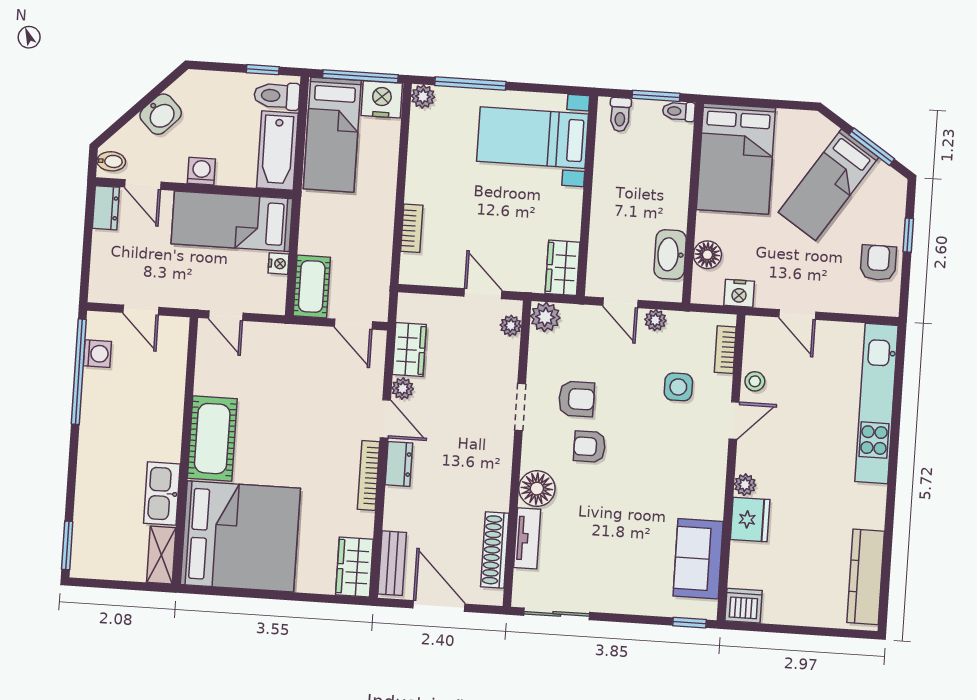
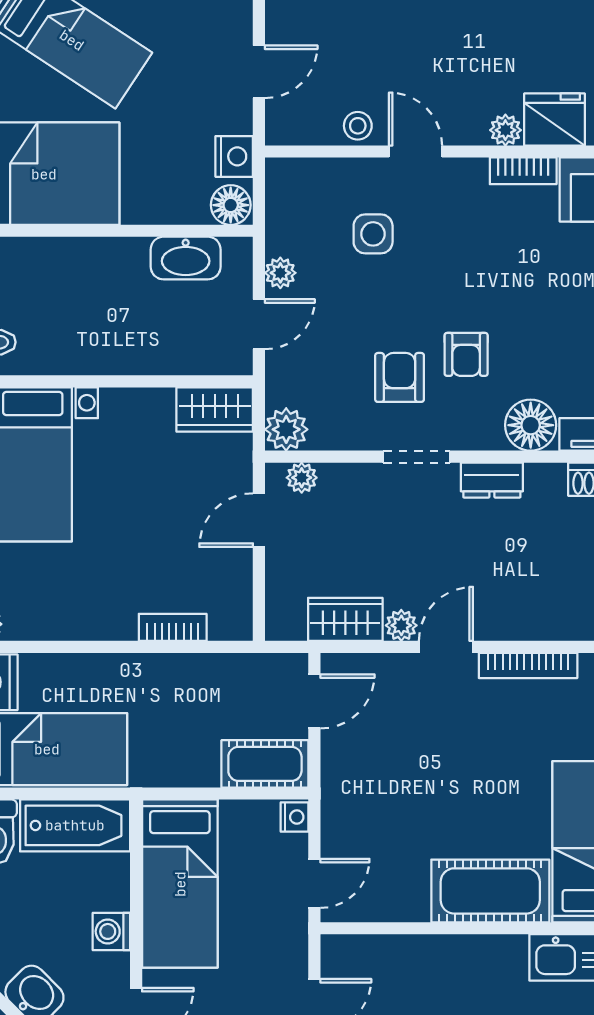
floor lamp: (707, 255) -> (231, 205), moved
nightstand: (278, 264) -> (295, 817), moved, turned 90
bookcase: (725, 350) -> (523, 171), moved
dresser: (399, 464) -> (492, 480), moved, turned 180

